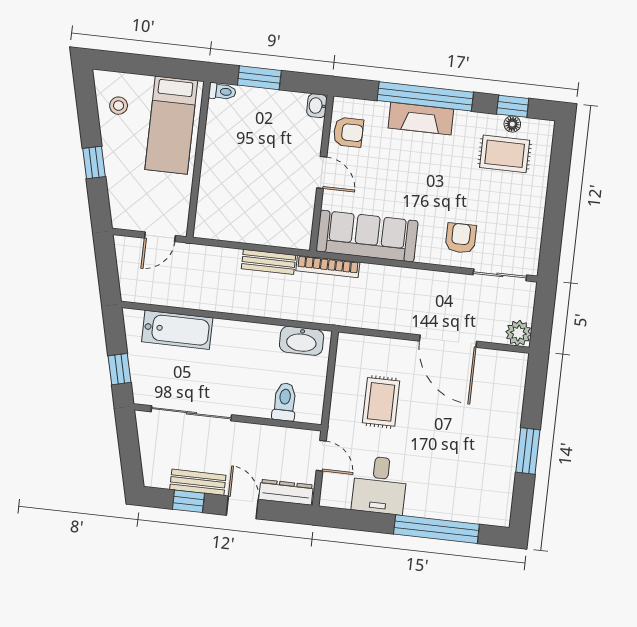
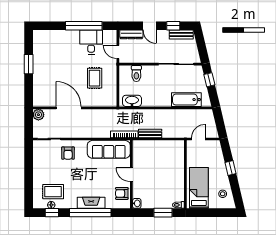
bench: (198, 482) -> (181, 34), moved
window: (436, 529) -> (84, 26), moved

